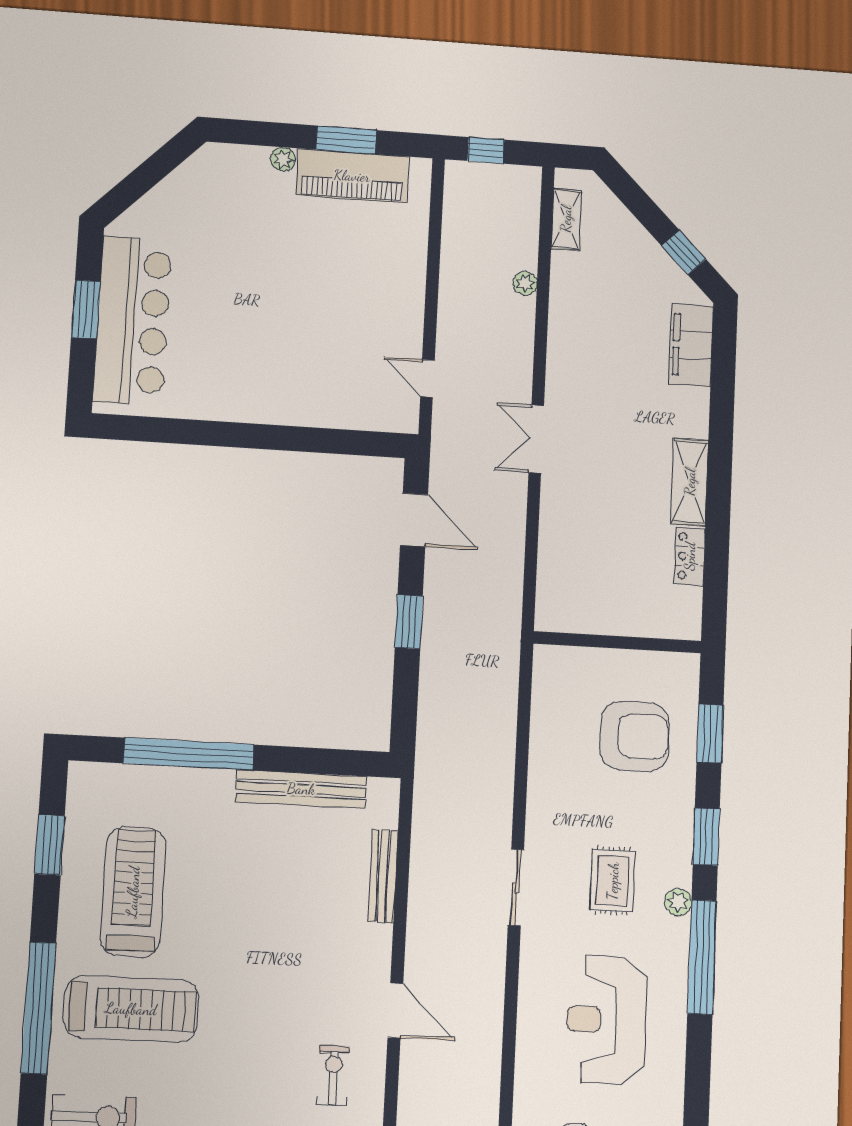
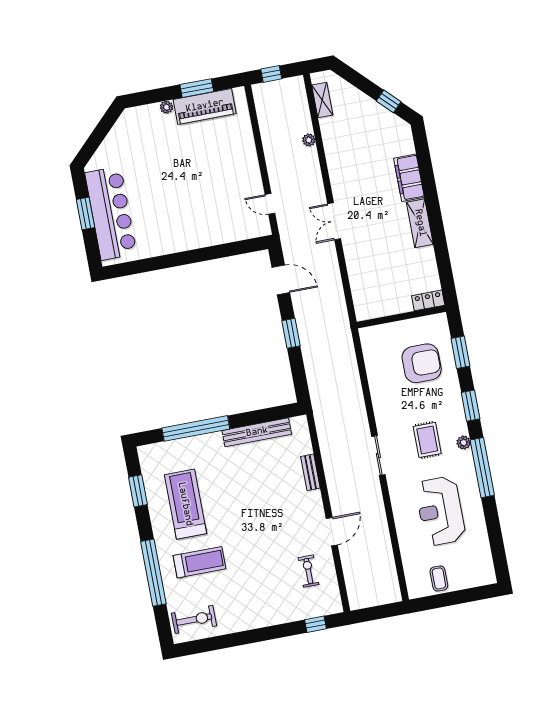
filing cabinet: (691, 345) -> (409, 178), moved
locker: (690, 556) -> (428, 300), moved, turned 90
bench: (383, 876) -> (310, 472), width x0.73
treadmill: (131, 1009) -> (199, 562), width x0.73, depth x0.73
door: (395, 1010) -> (332, 532), hinge flipped

